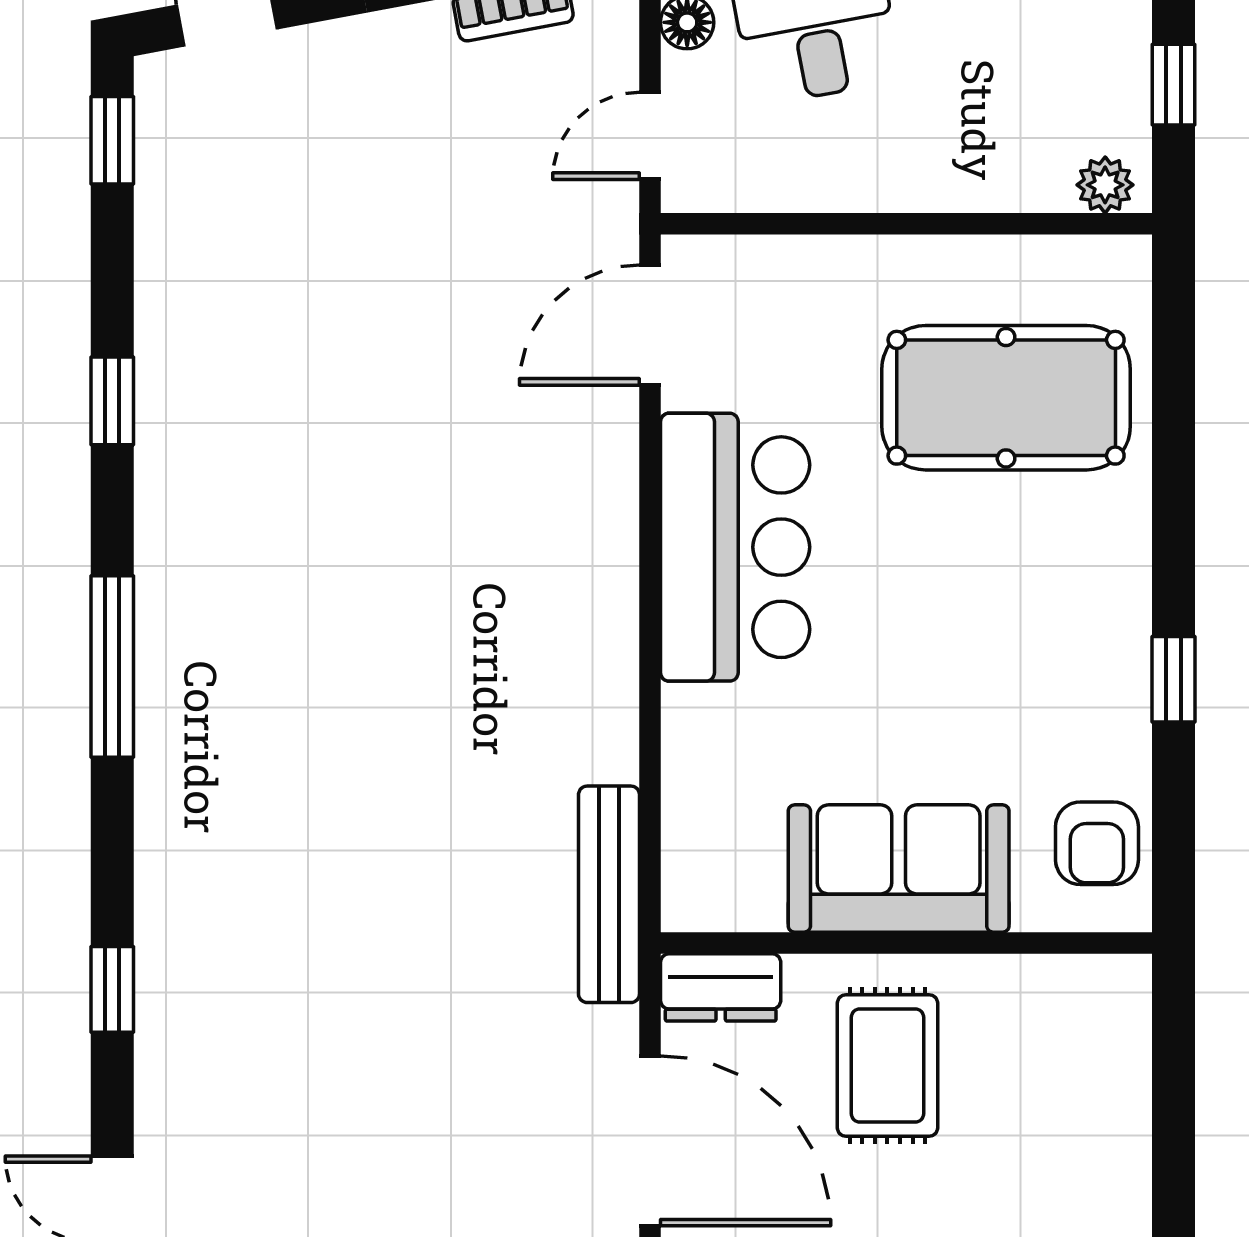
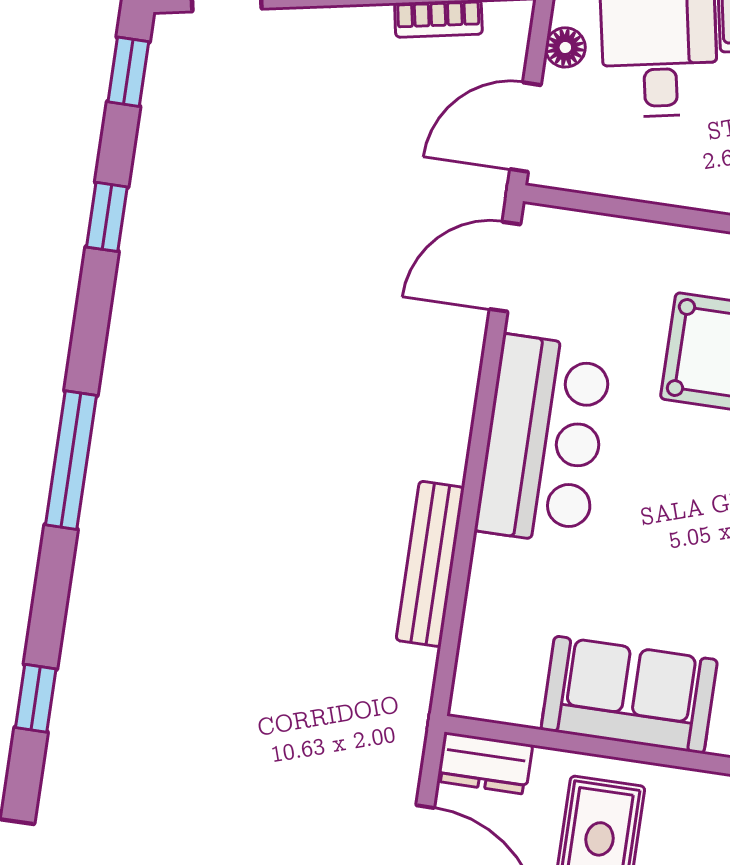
door: (650, 136) -> (526, 127), width x1.38
window: (112, 401) -> (107, 217), moved
bench: (609, 894) -> (430, 564), moved

